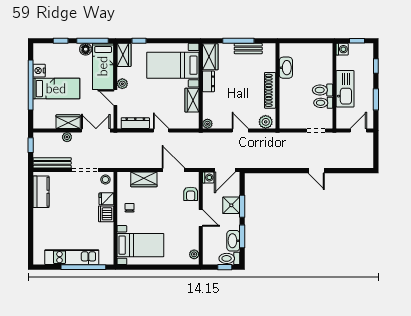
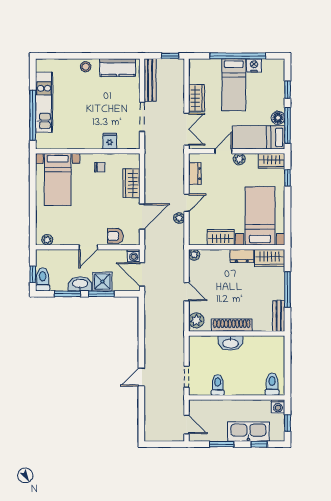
bench: (248, 49) -> (279, 316), moved
washbasin: (286, 68) -> (231, 343), moved
kitchen sink: (345, 89) -> (248, 432), moved, turned 180
toilet: (322, 90) -> (272, 384), moved
dresser: (135, 123) -> (195, 174), width x0.70
door: (240, 130) -> (187, 292), hinge flipped
plant: (67, 137) -> (179, 218), moved
stool: (105, 180) -> (86, 67), moved
dishwasher: (106, 214) -> (93, 141), removed
washbasin: (233, 241) -> (80, 284), moved

